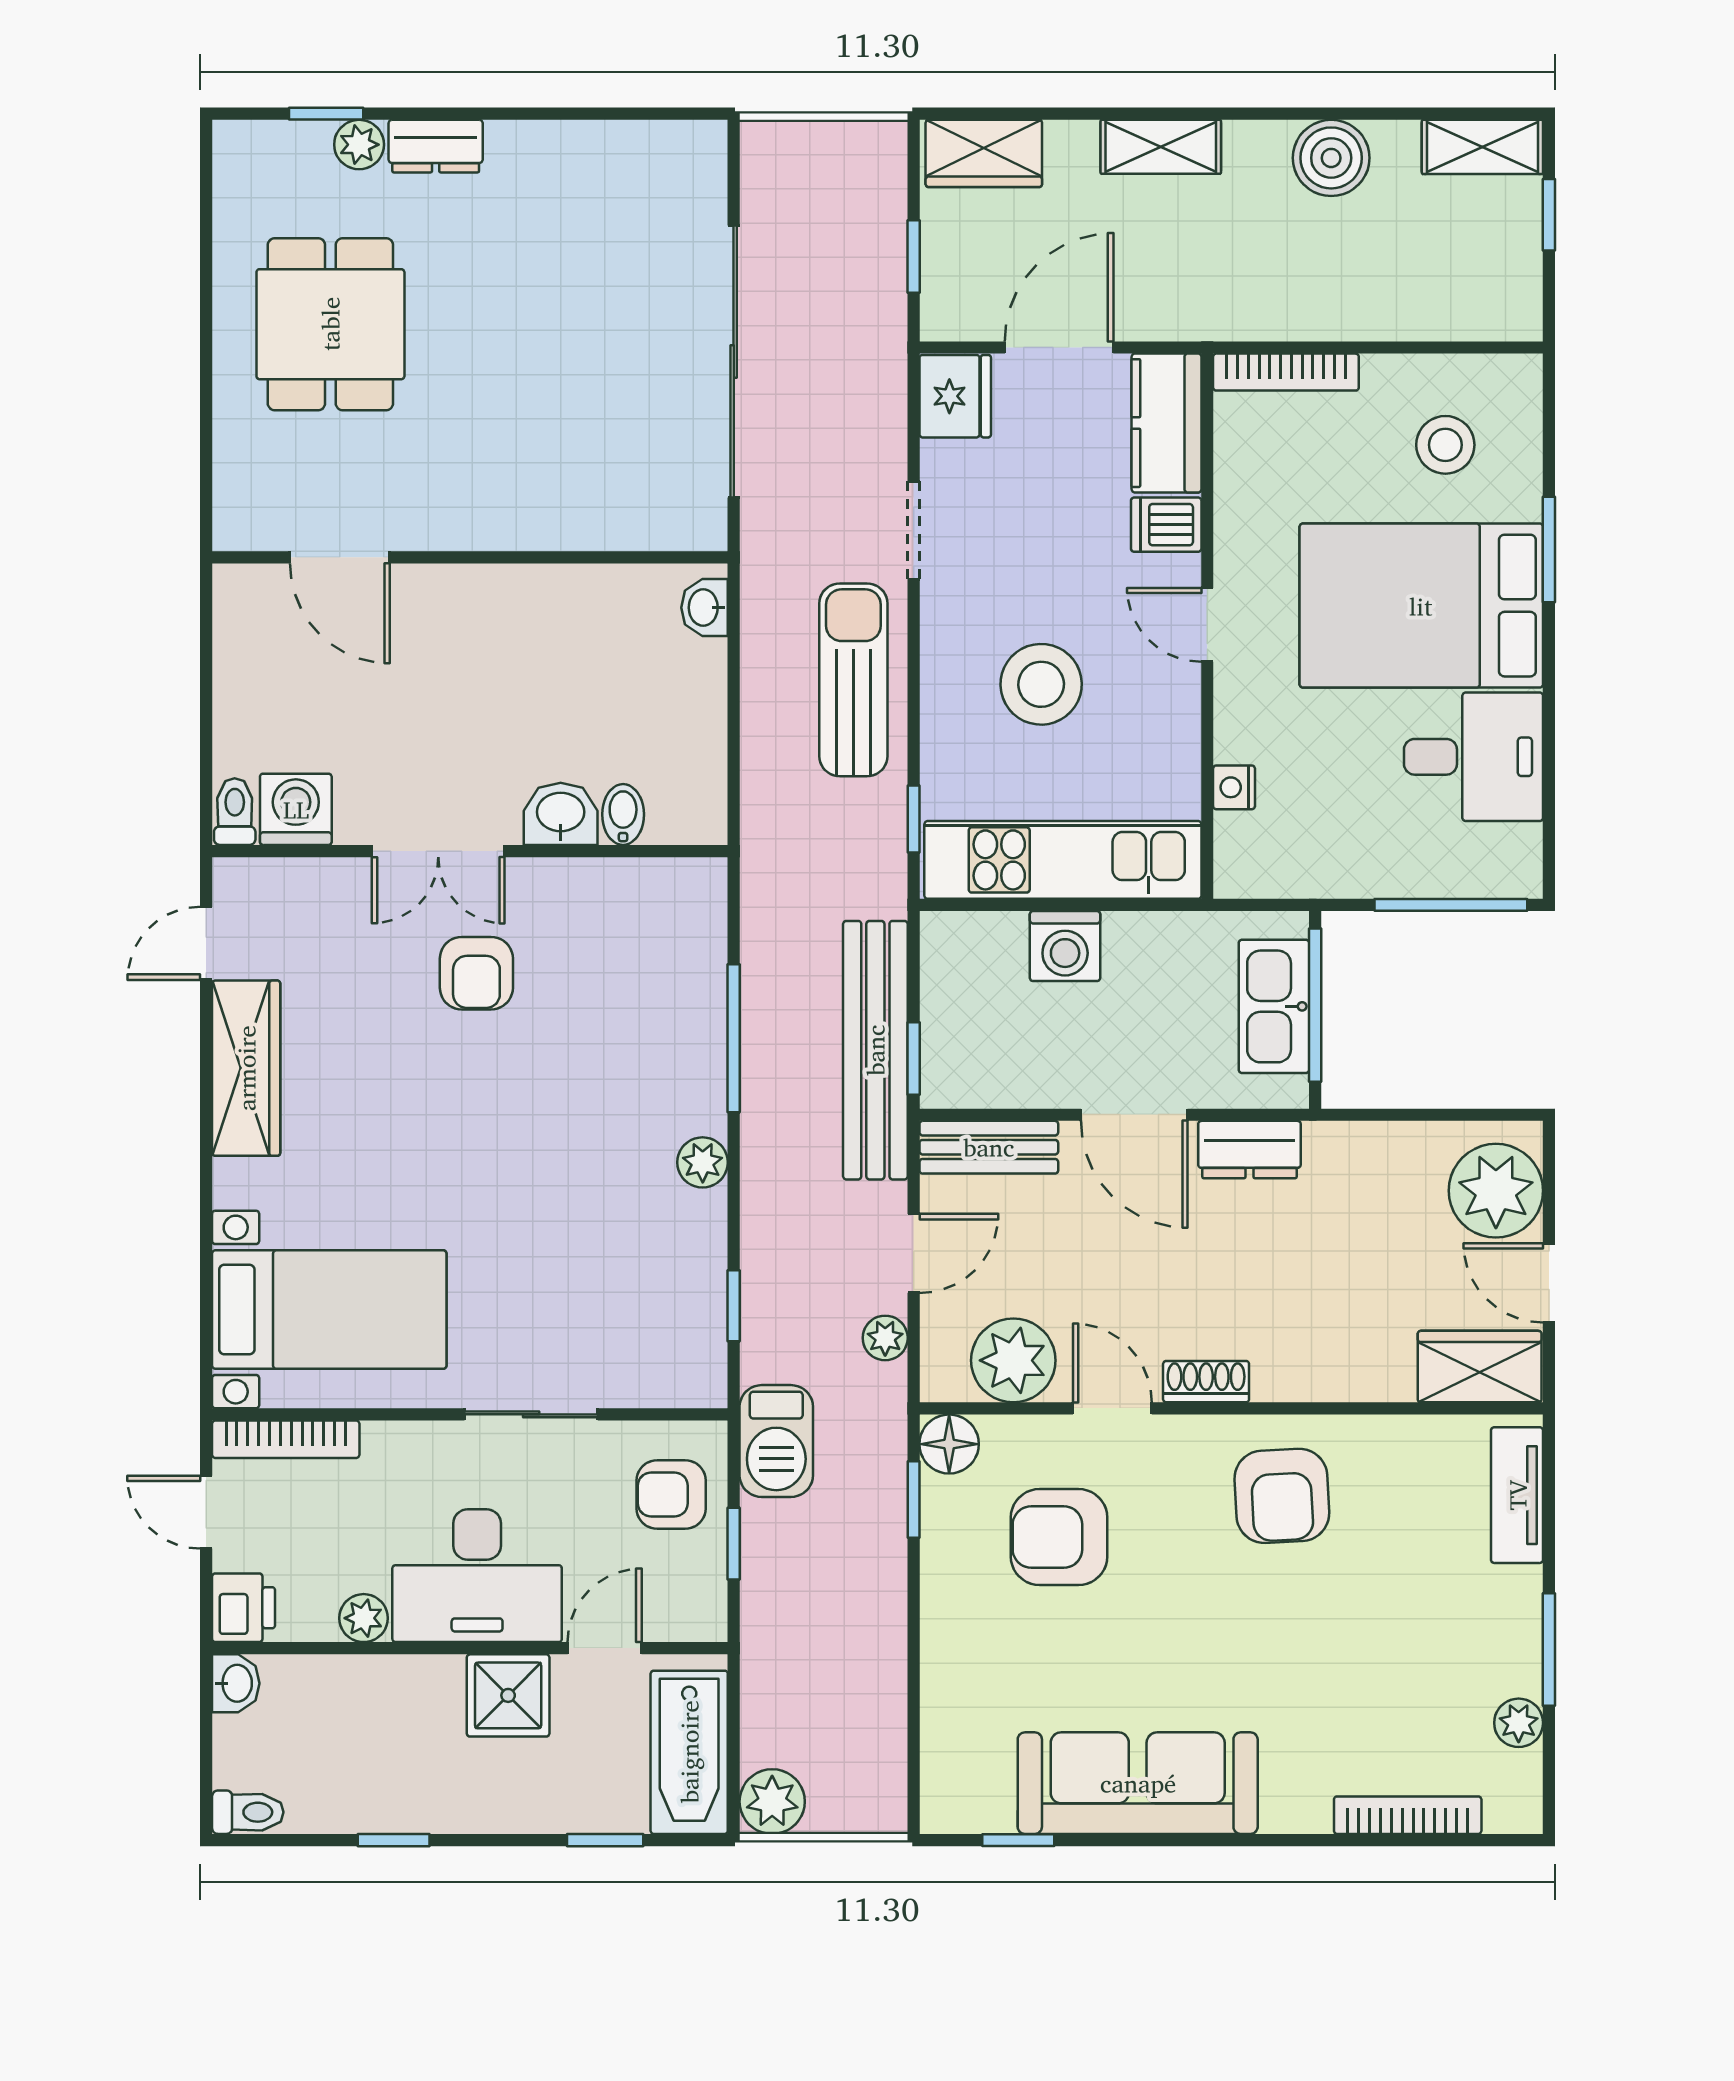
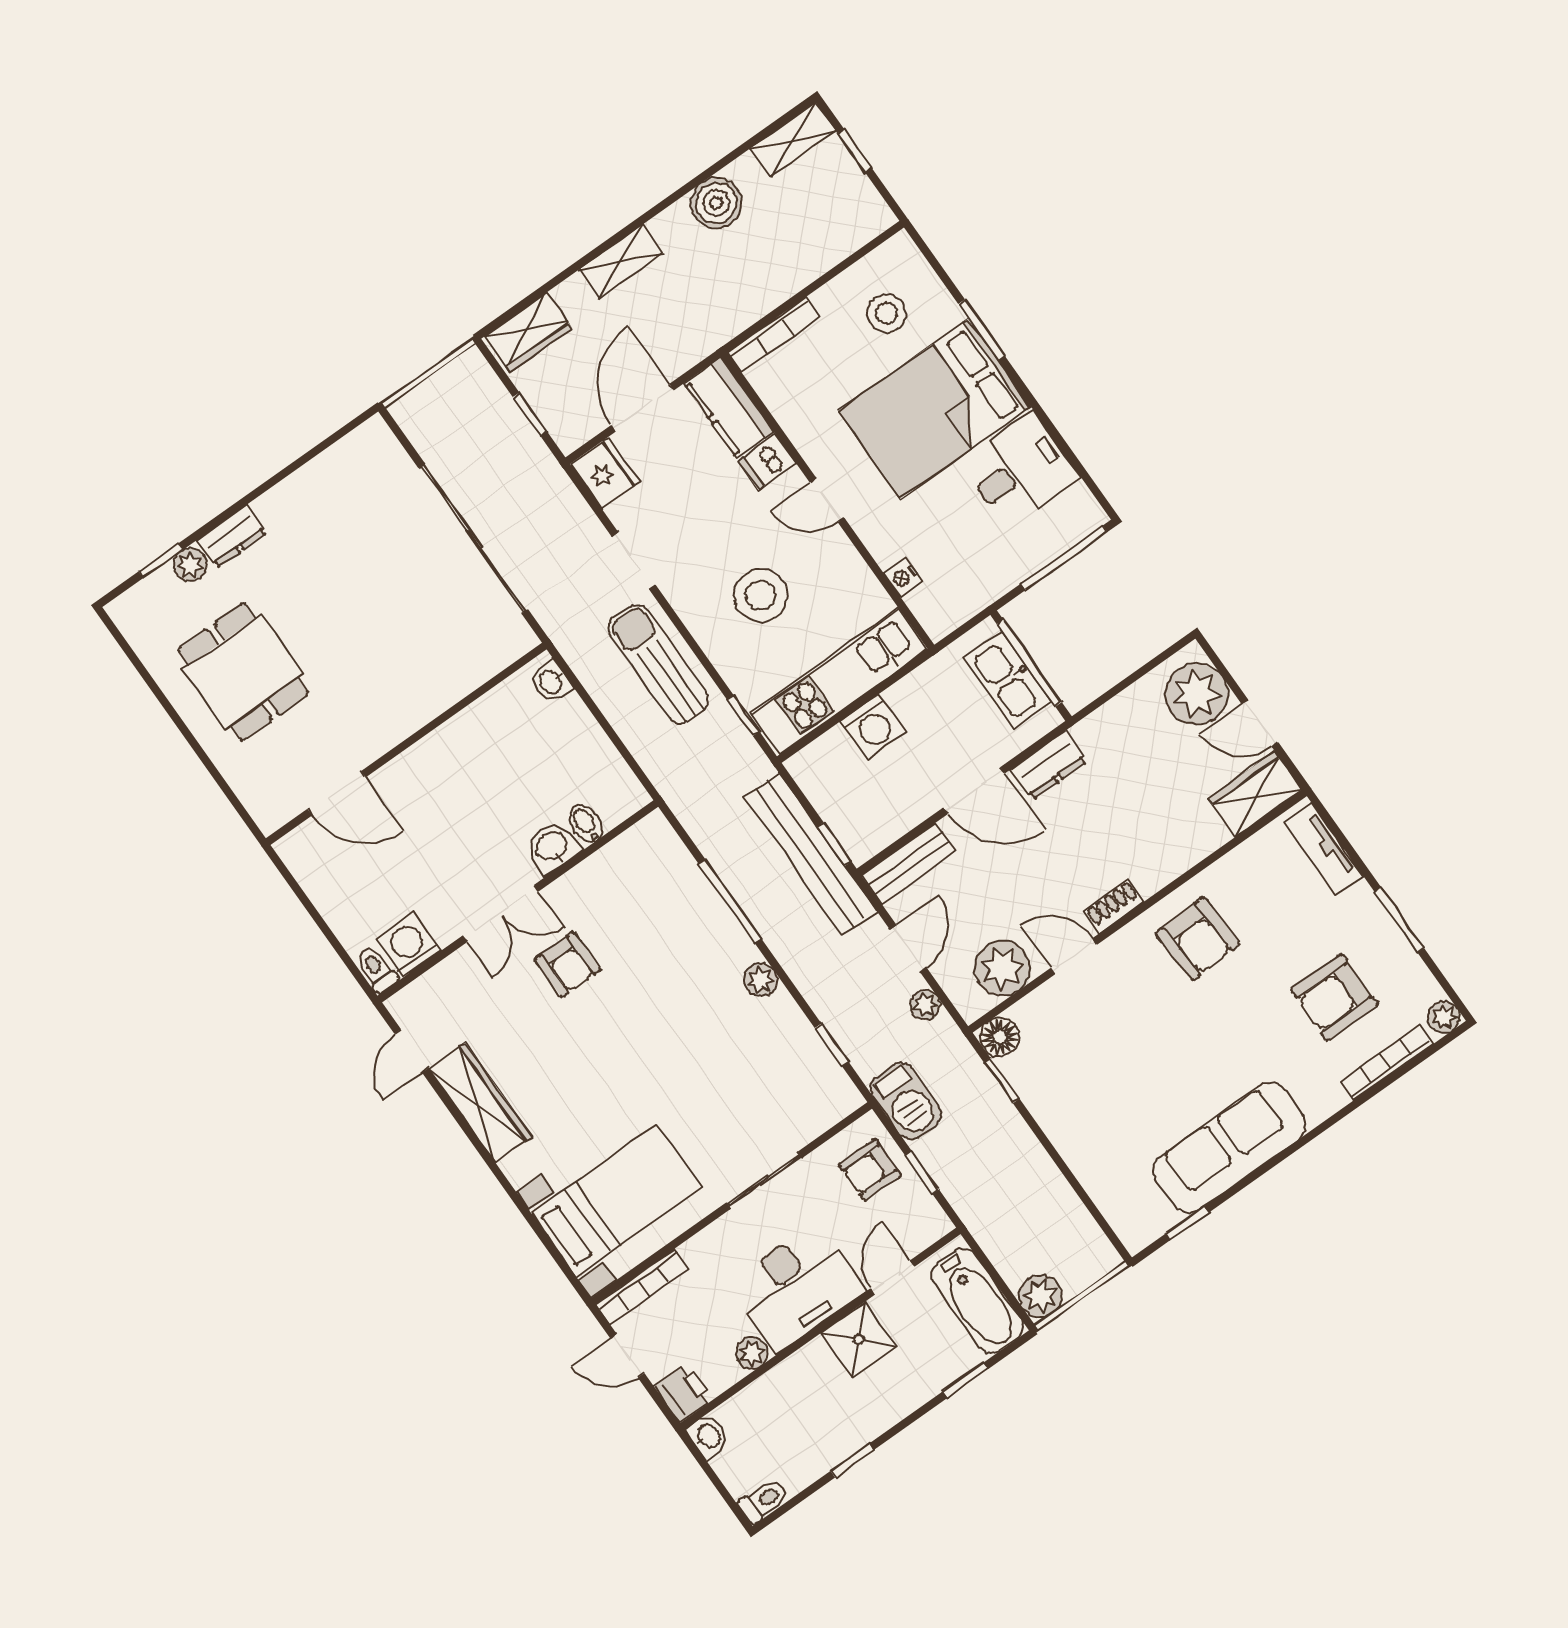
armchair: (1059, 1537) -> (1334, 997), moved
plant: (1519, 1723) -> (1444, 1017), moved

